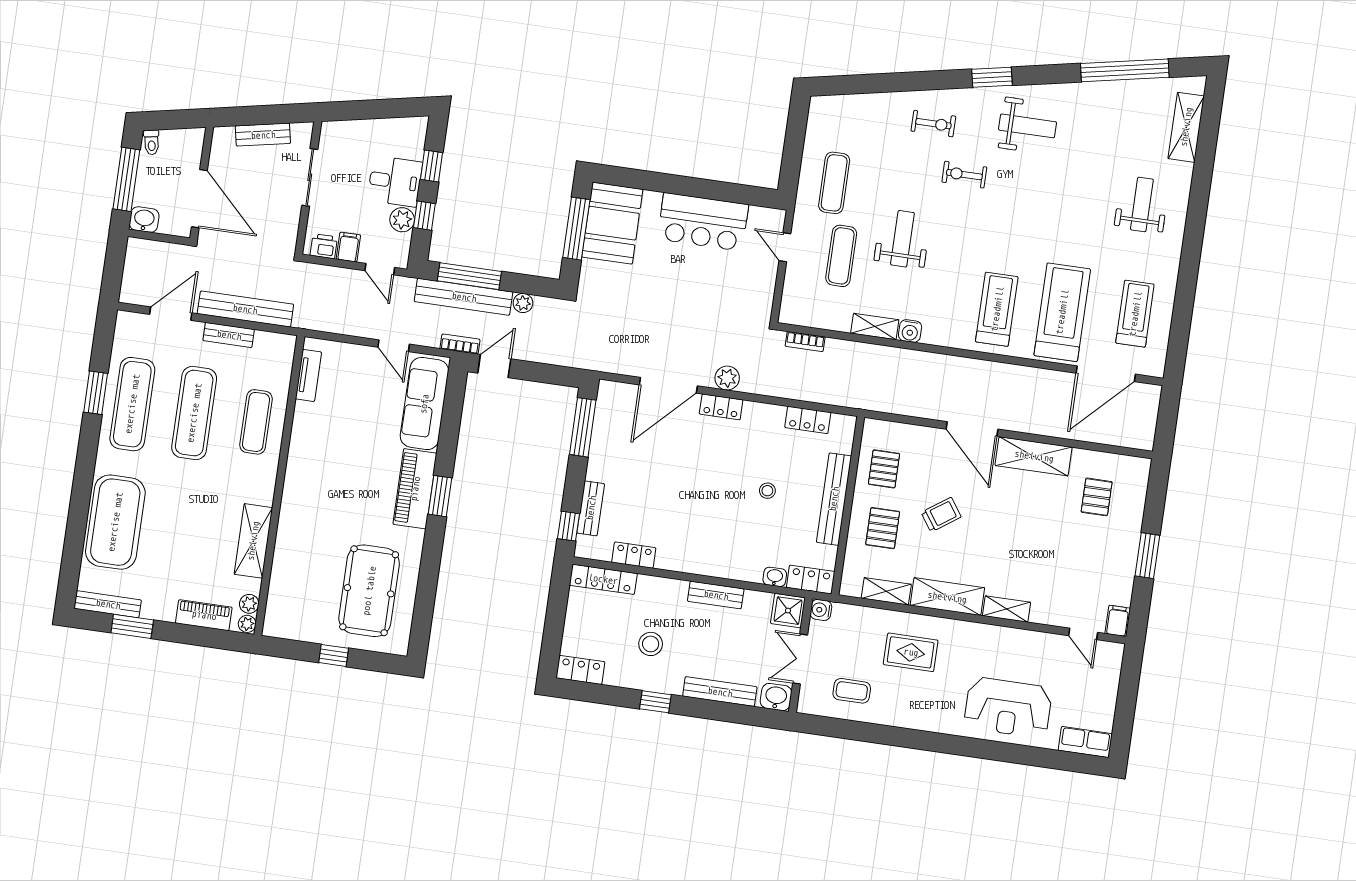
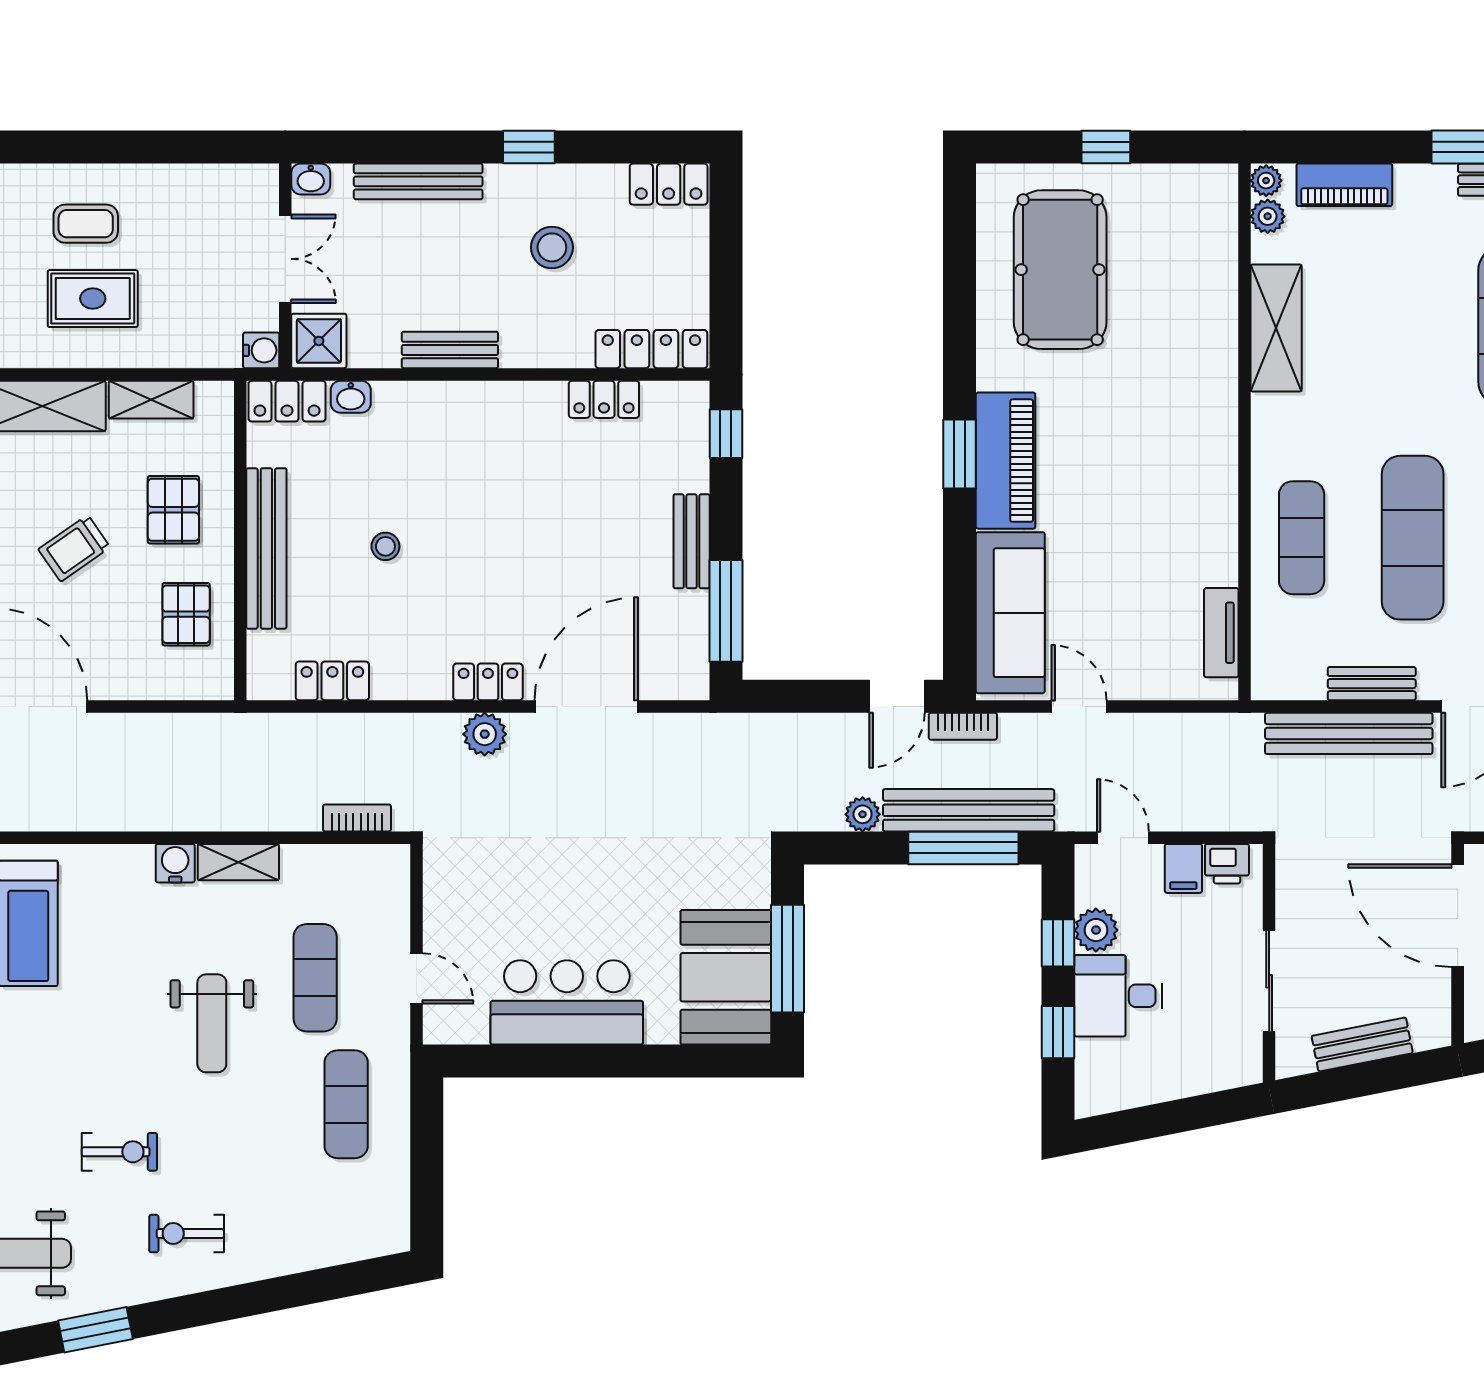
bench: (591, 508) -> (692, 541), moved
coffee table: (852, 691) -> (86, 224), moved
washbasin: (776, 697) -> (311, 179), width x0.72, depth x0.69

